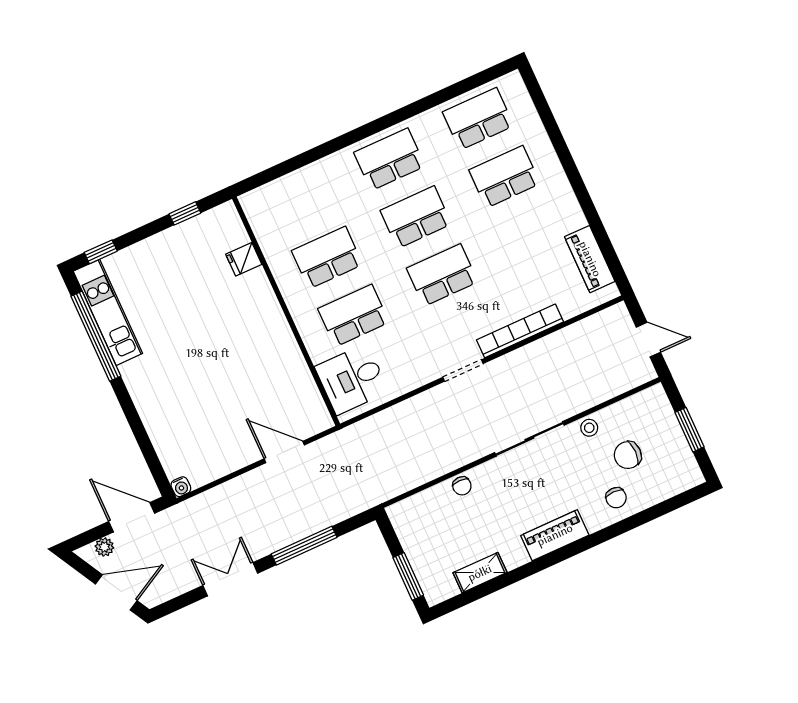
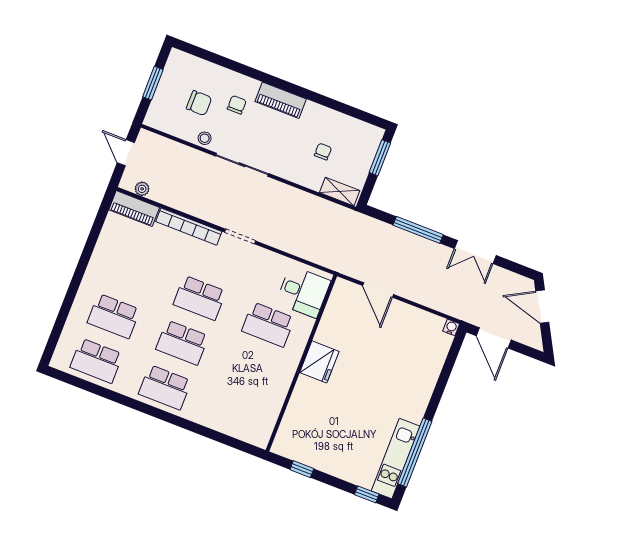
school desk: (327, 258) -> (251, 369), removed
fridge: (244, 259) -> (319, 362), moved, width x1.88, depth x1.34
piano: (590, 259) -> (134, 209), moved, turned 90
chair: (462, 486) -> (323, 152), moved
chair: (616, 498) -> (237, 105), moved
plant: (104, 547) -> (142, 189), moved
shelving: (480, 573) -> (340, 192), moved

